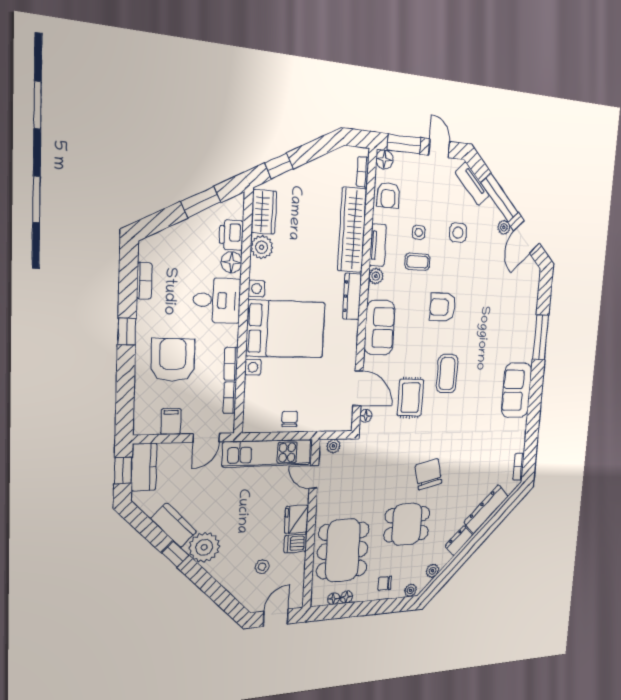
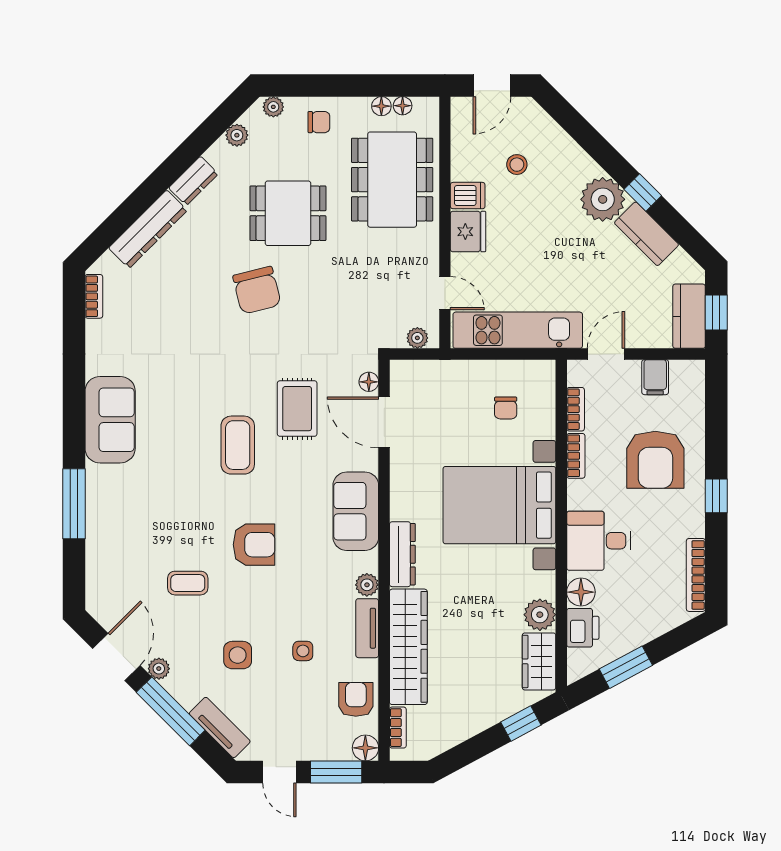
coffee table: (417, 262) -> (188, 583), moved
bookcase: (144, 281) -> (696, 575), width x1.56
chair: (290, 419) -> (506, 408), moved

